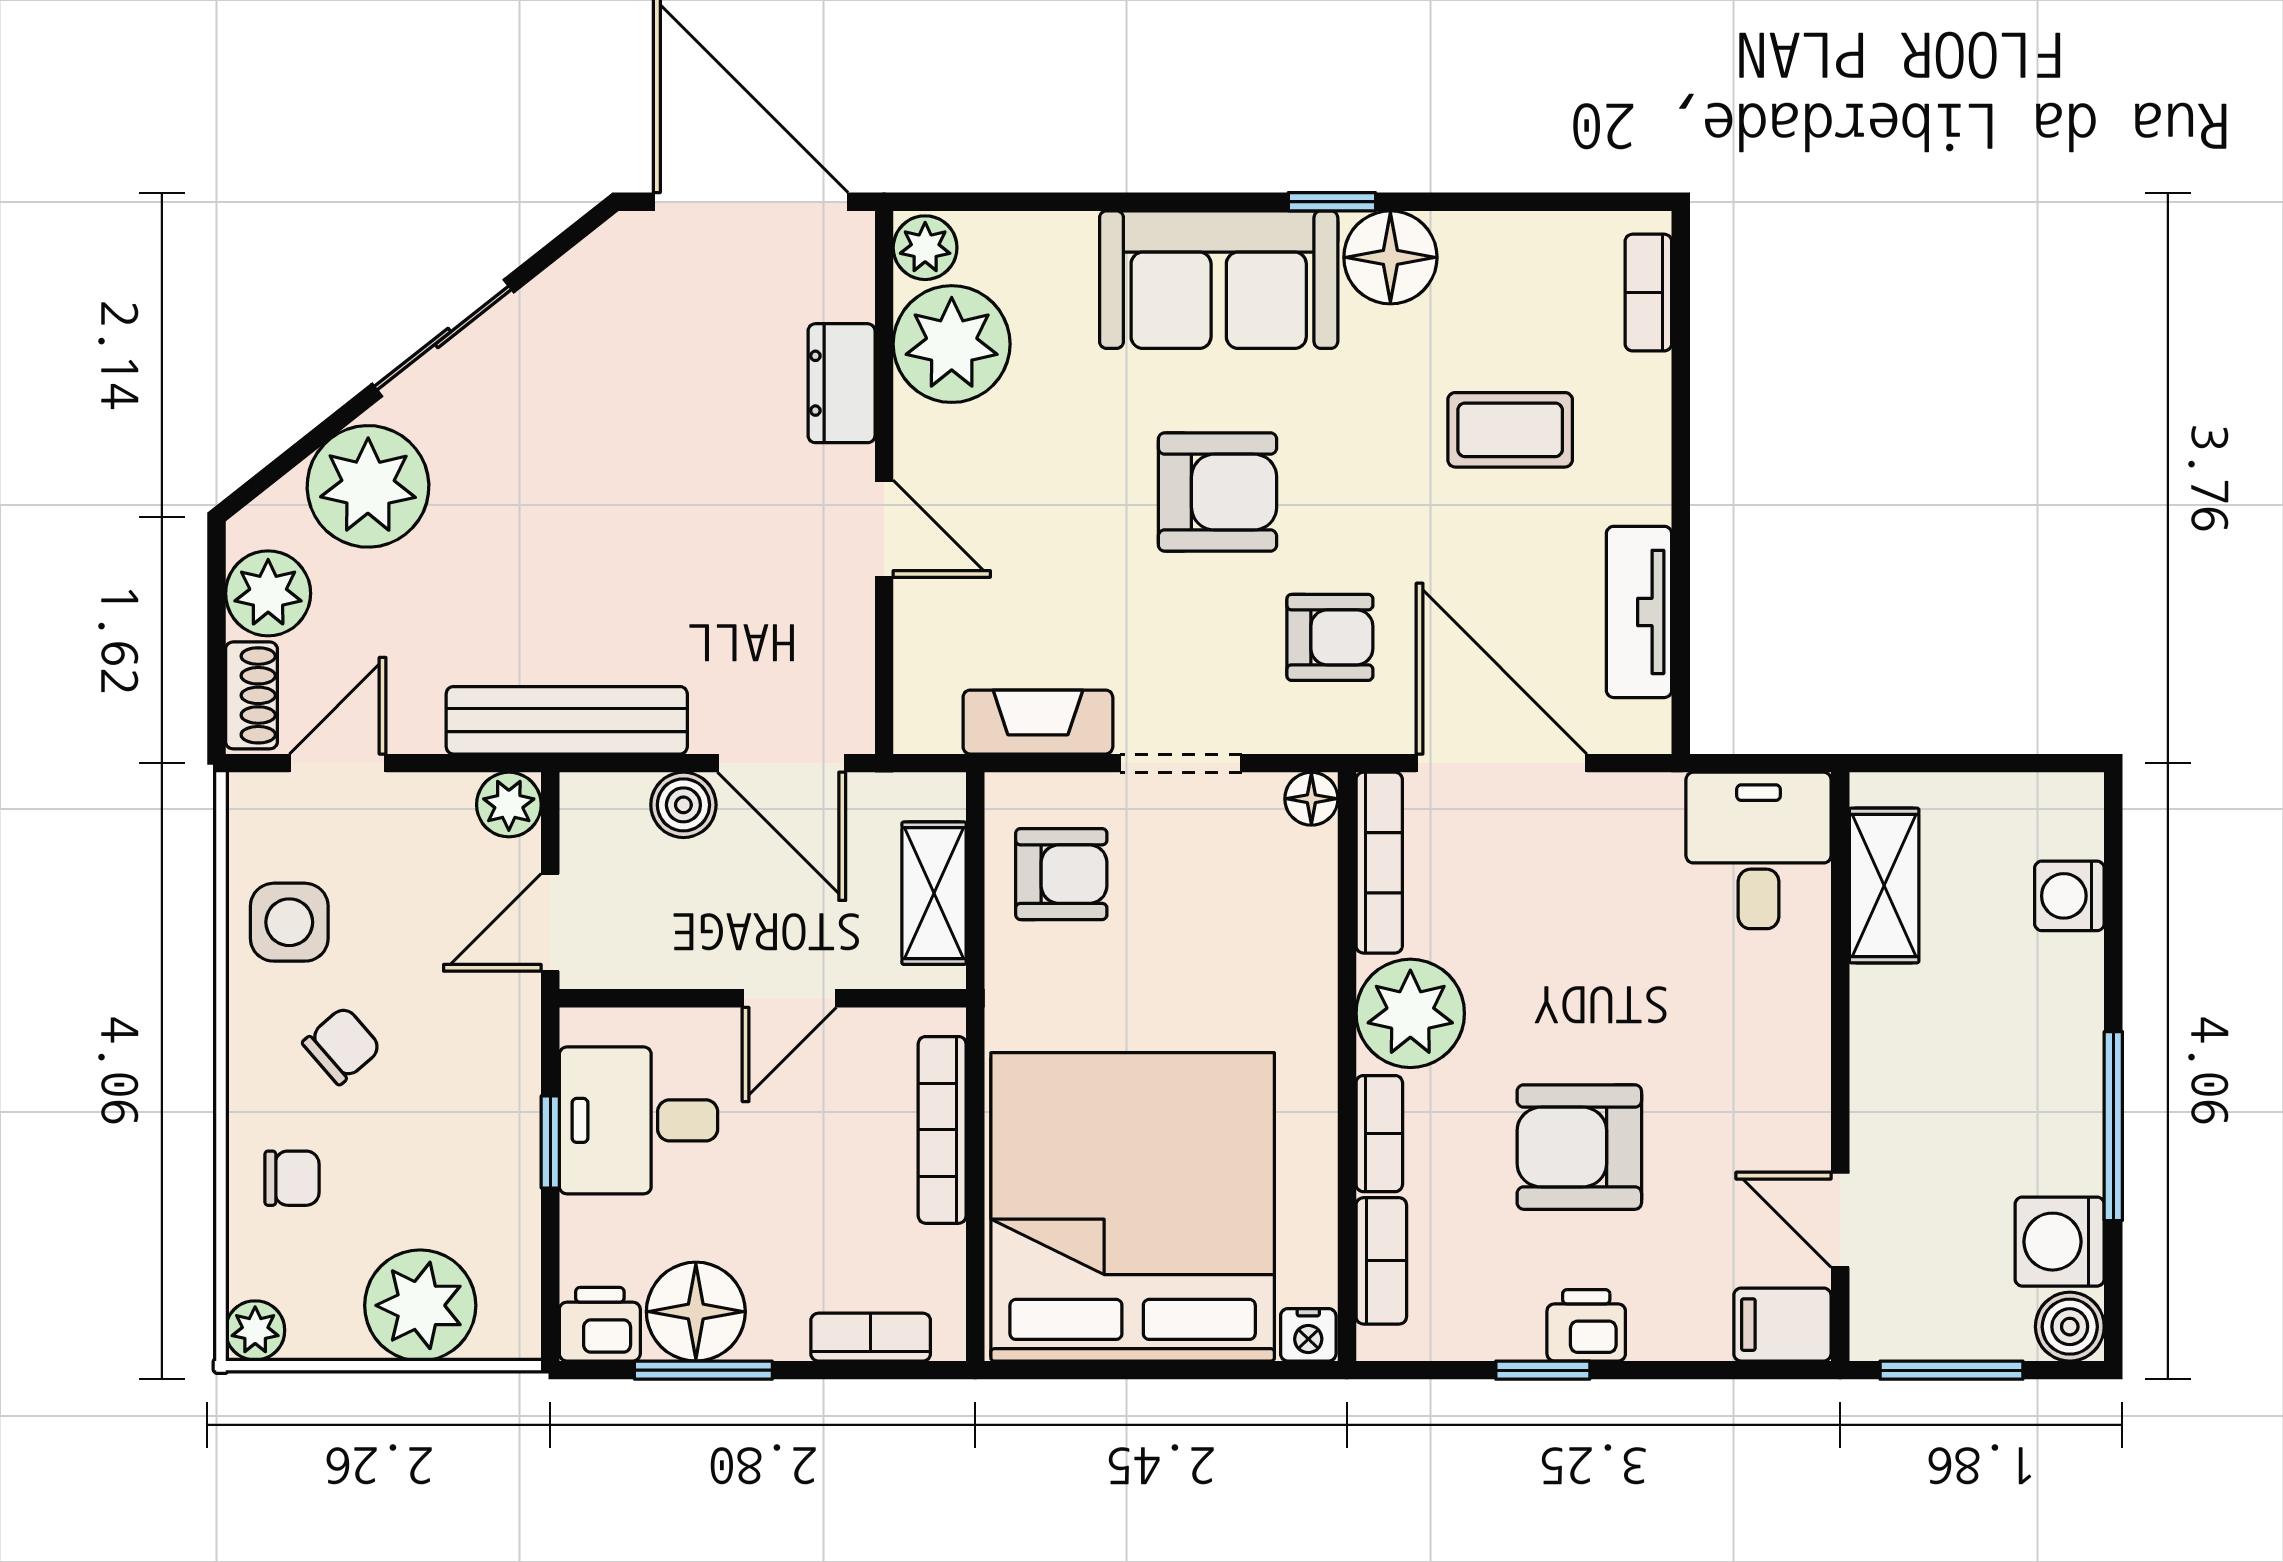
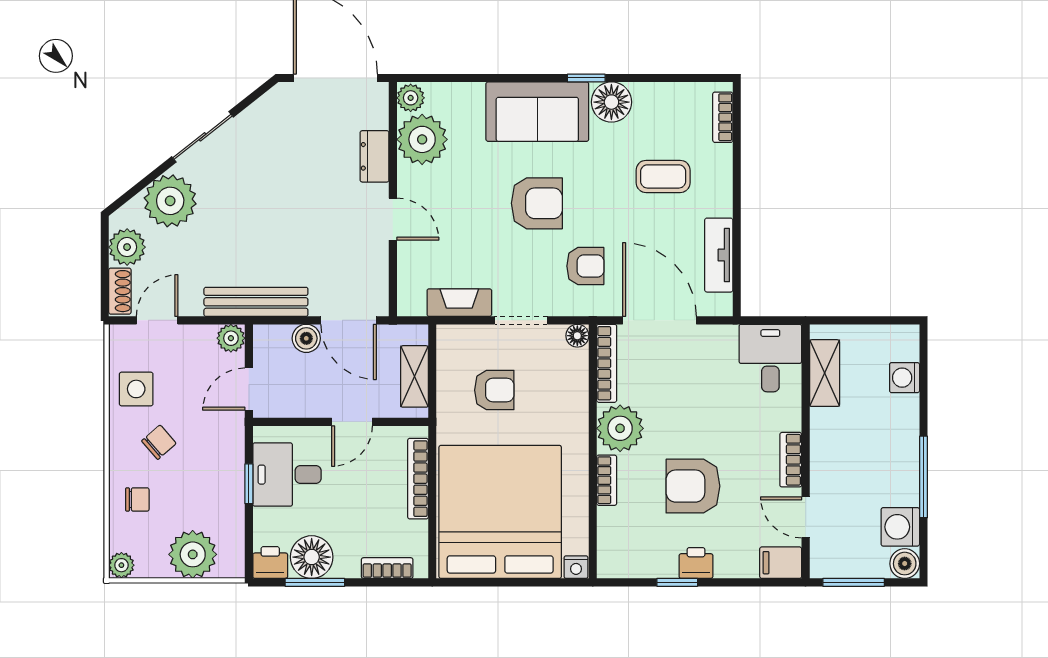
armchair: (1061, 874) -> (494, 390), moved
bookcase: (1381, 1261) -> (791, 460), moved, turned 180

